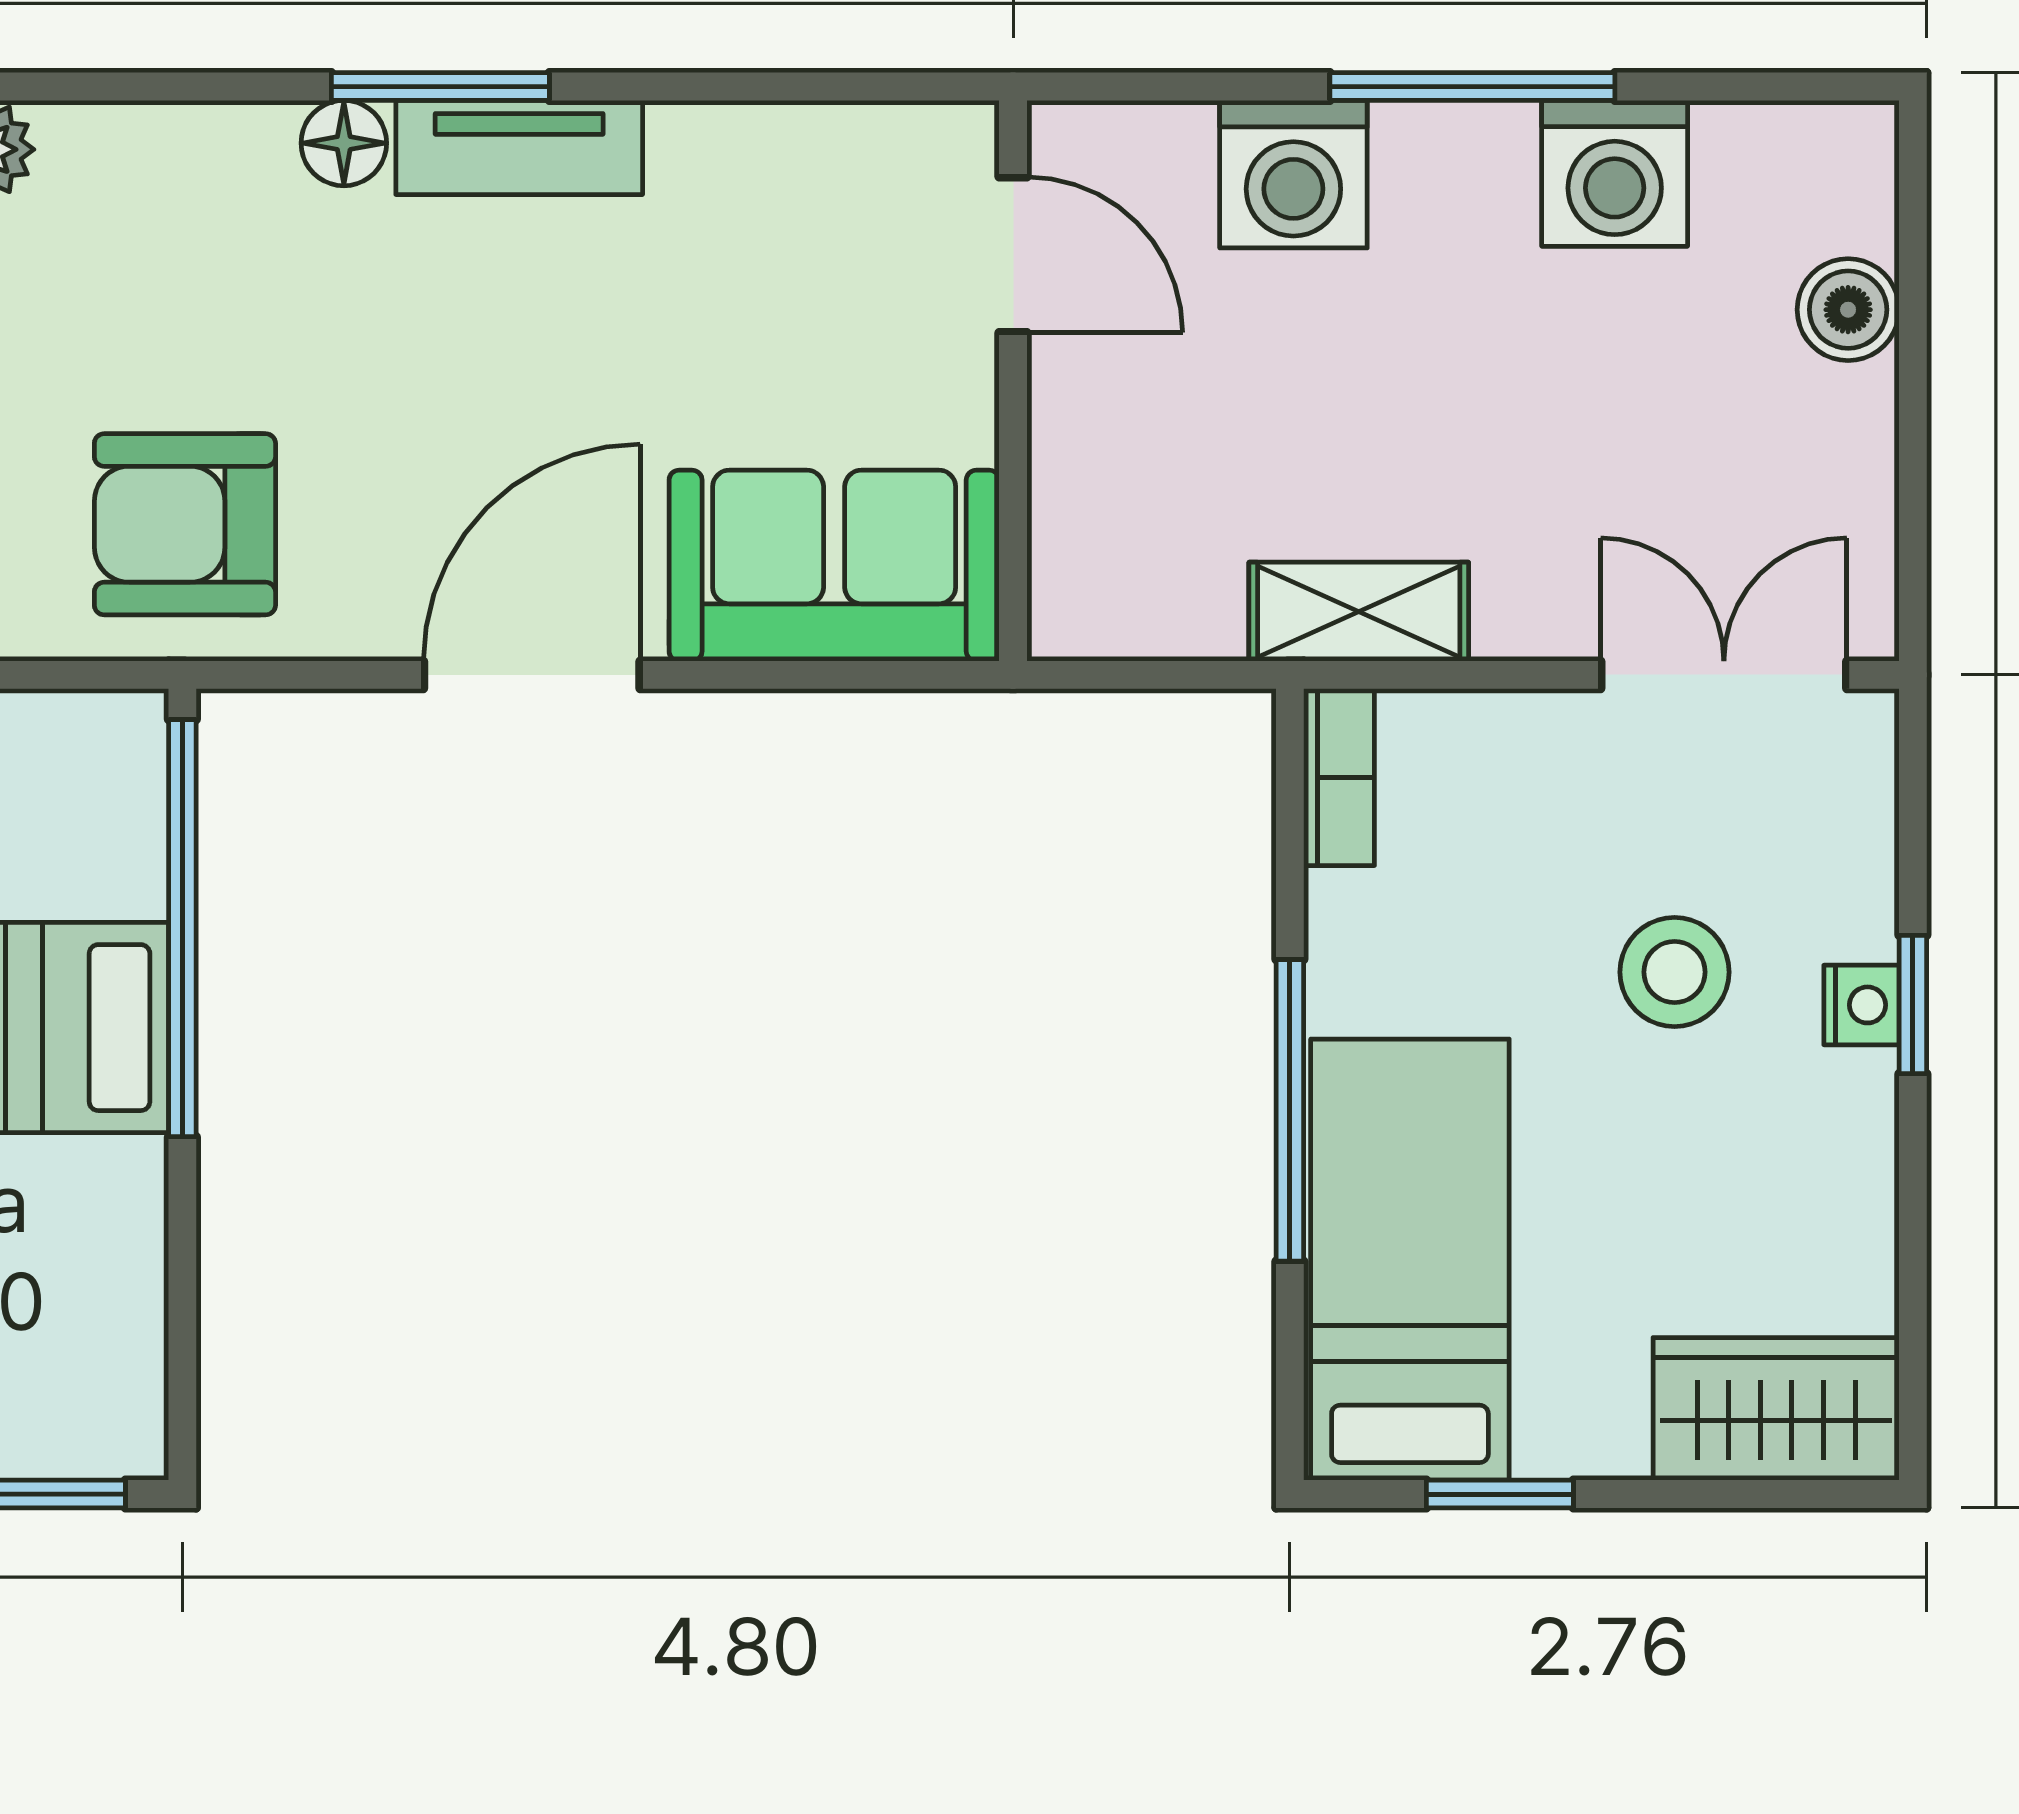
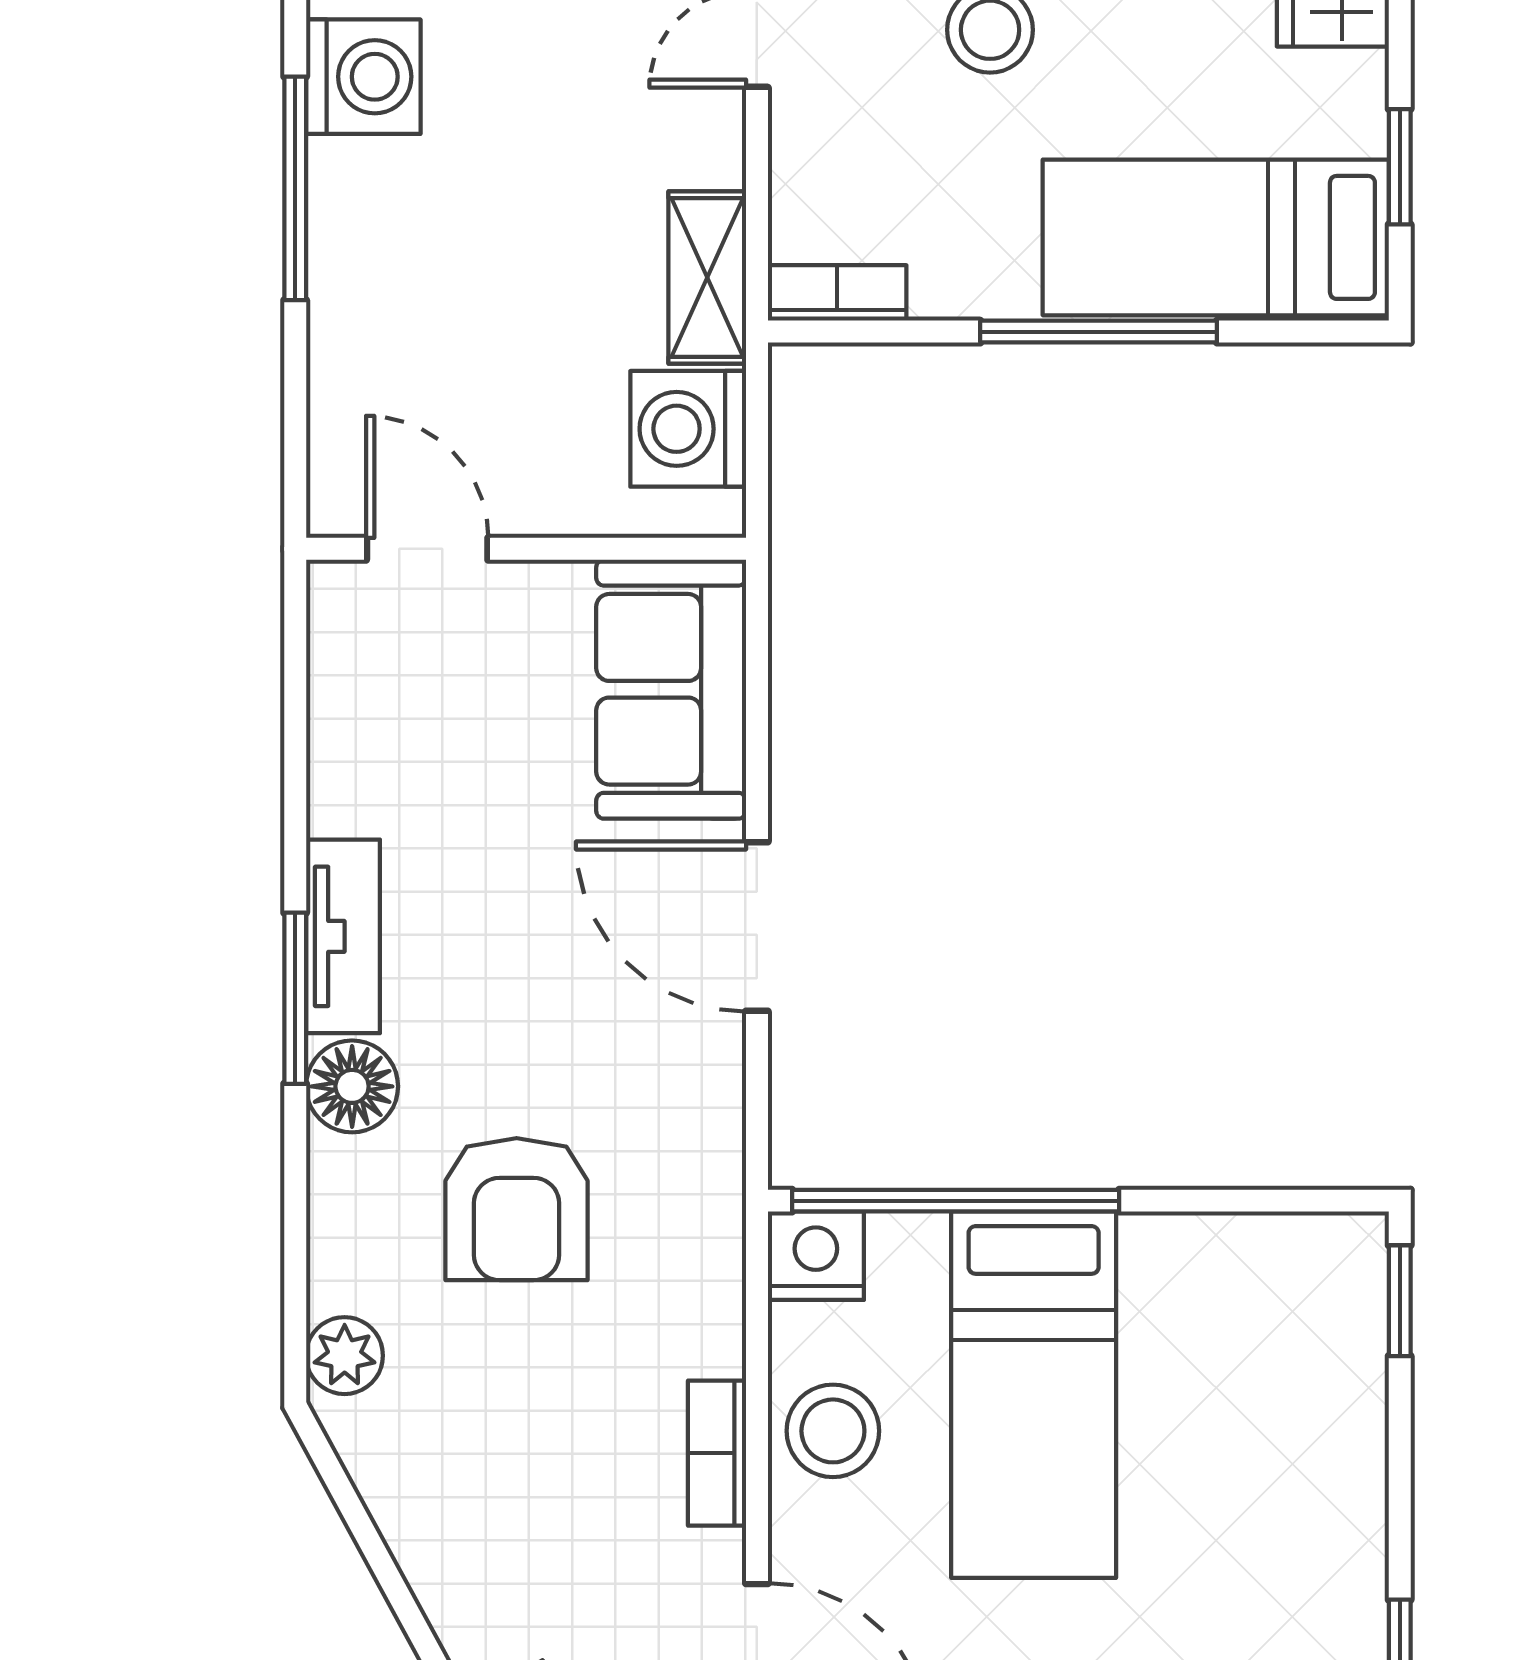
floor lamp: (344, 143) -> (352, 1086), width x1.37, depth x1.37
washing machine: (1293, 174) -> (688, 429), moved, turned 180
door: (1013, 255) -> (427, 549), hinge flipped
armchair: (185, 524) -> (517, 1209), moved
nightstand: (112, 750) -> (816, 1256), added

